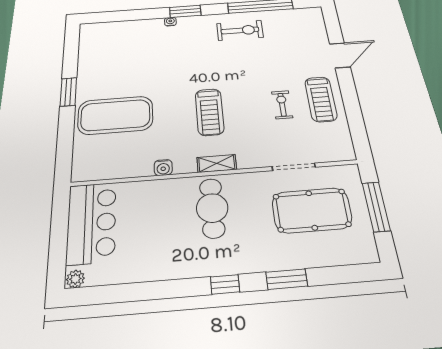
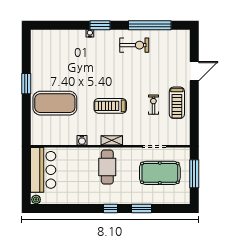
treadmill: (210, 112) -> (110, 106), turned 90

